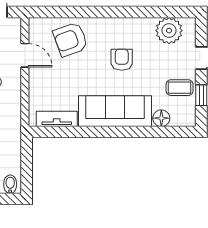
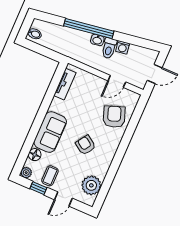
armchair: (122, 60) -> (86, 145), turned -146
sofa: (115, 111) -> (50, 132), width x0.73
plant: (188, 119) -> (26, 173), added

